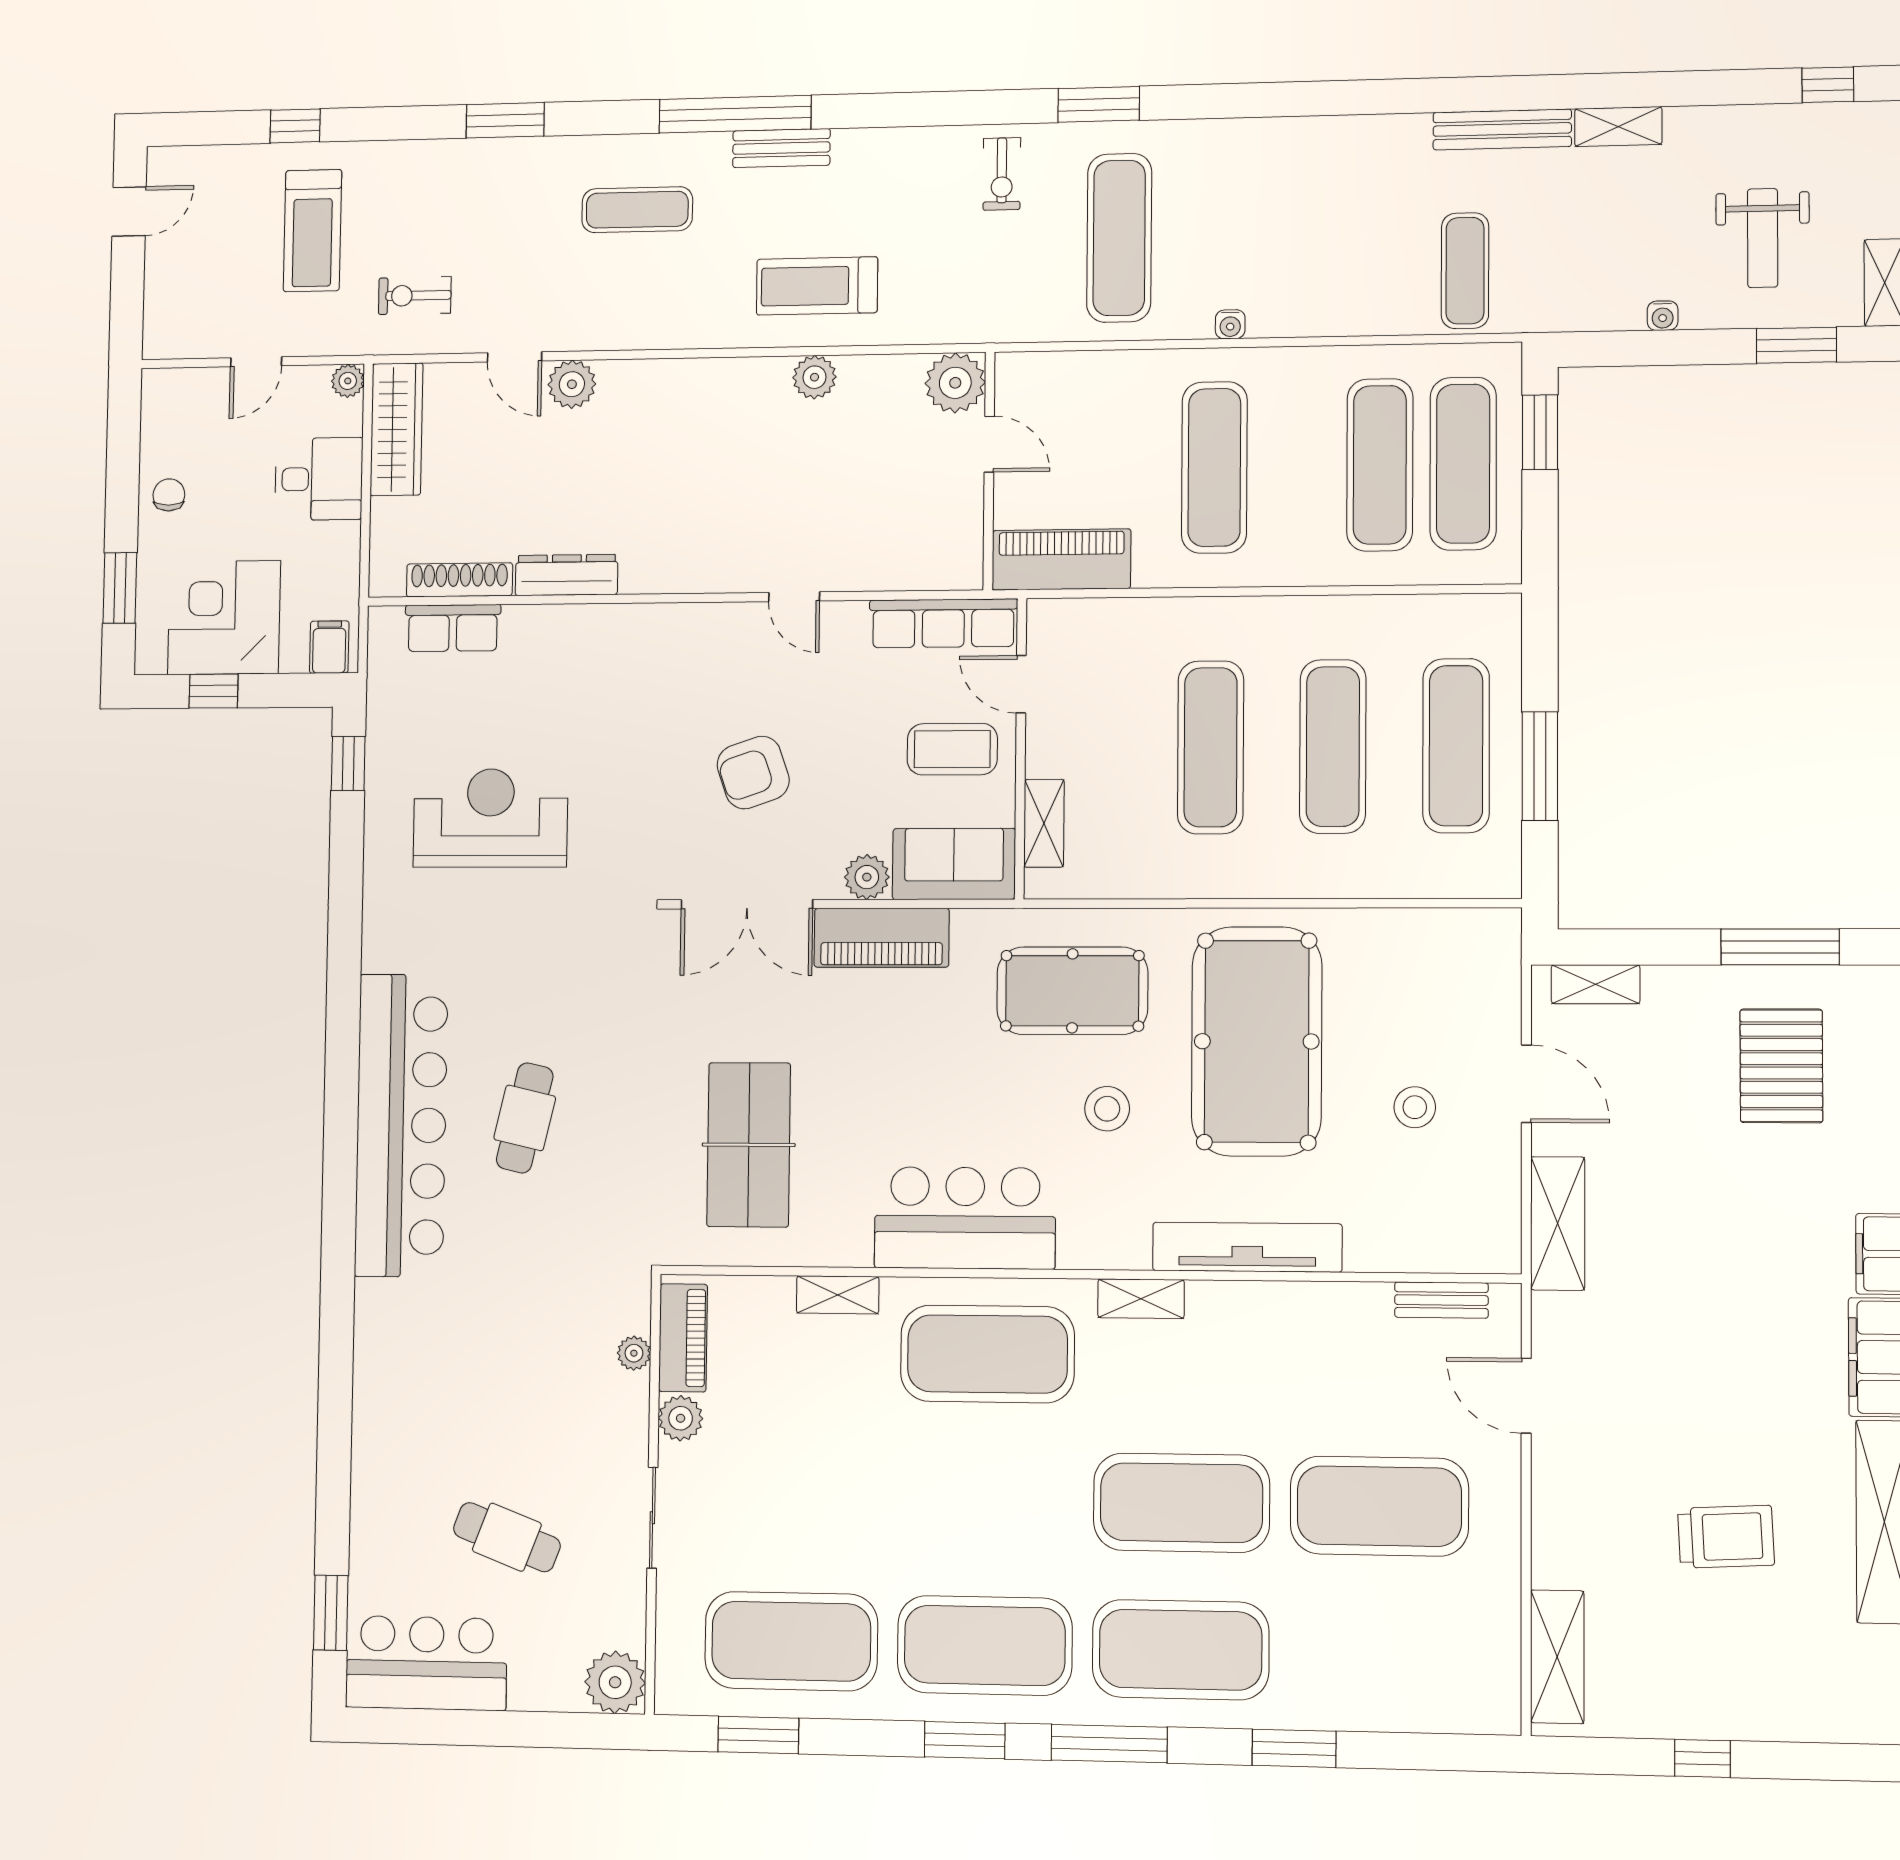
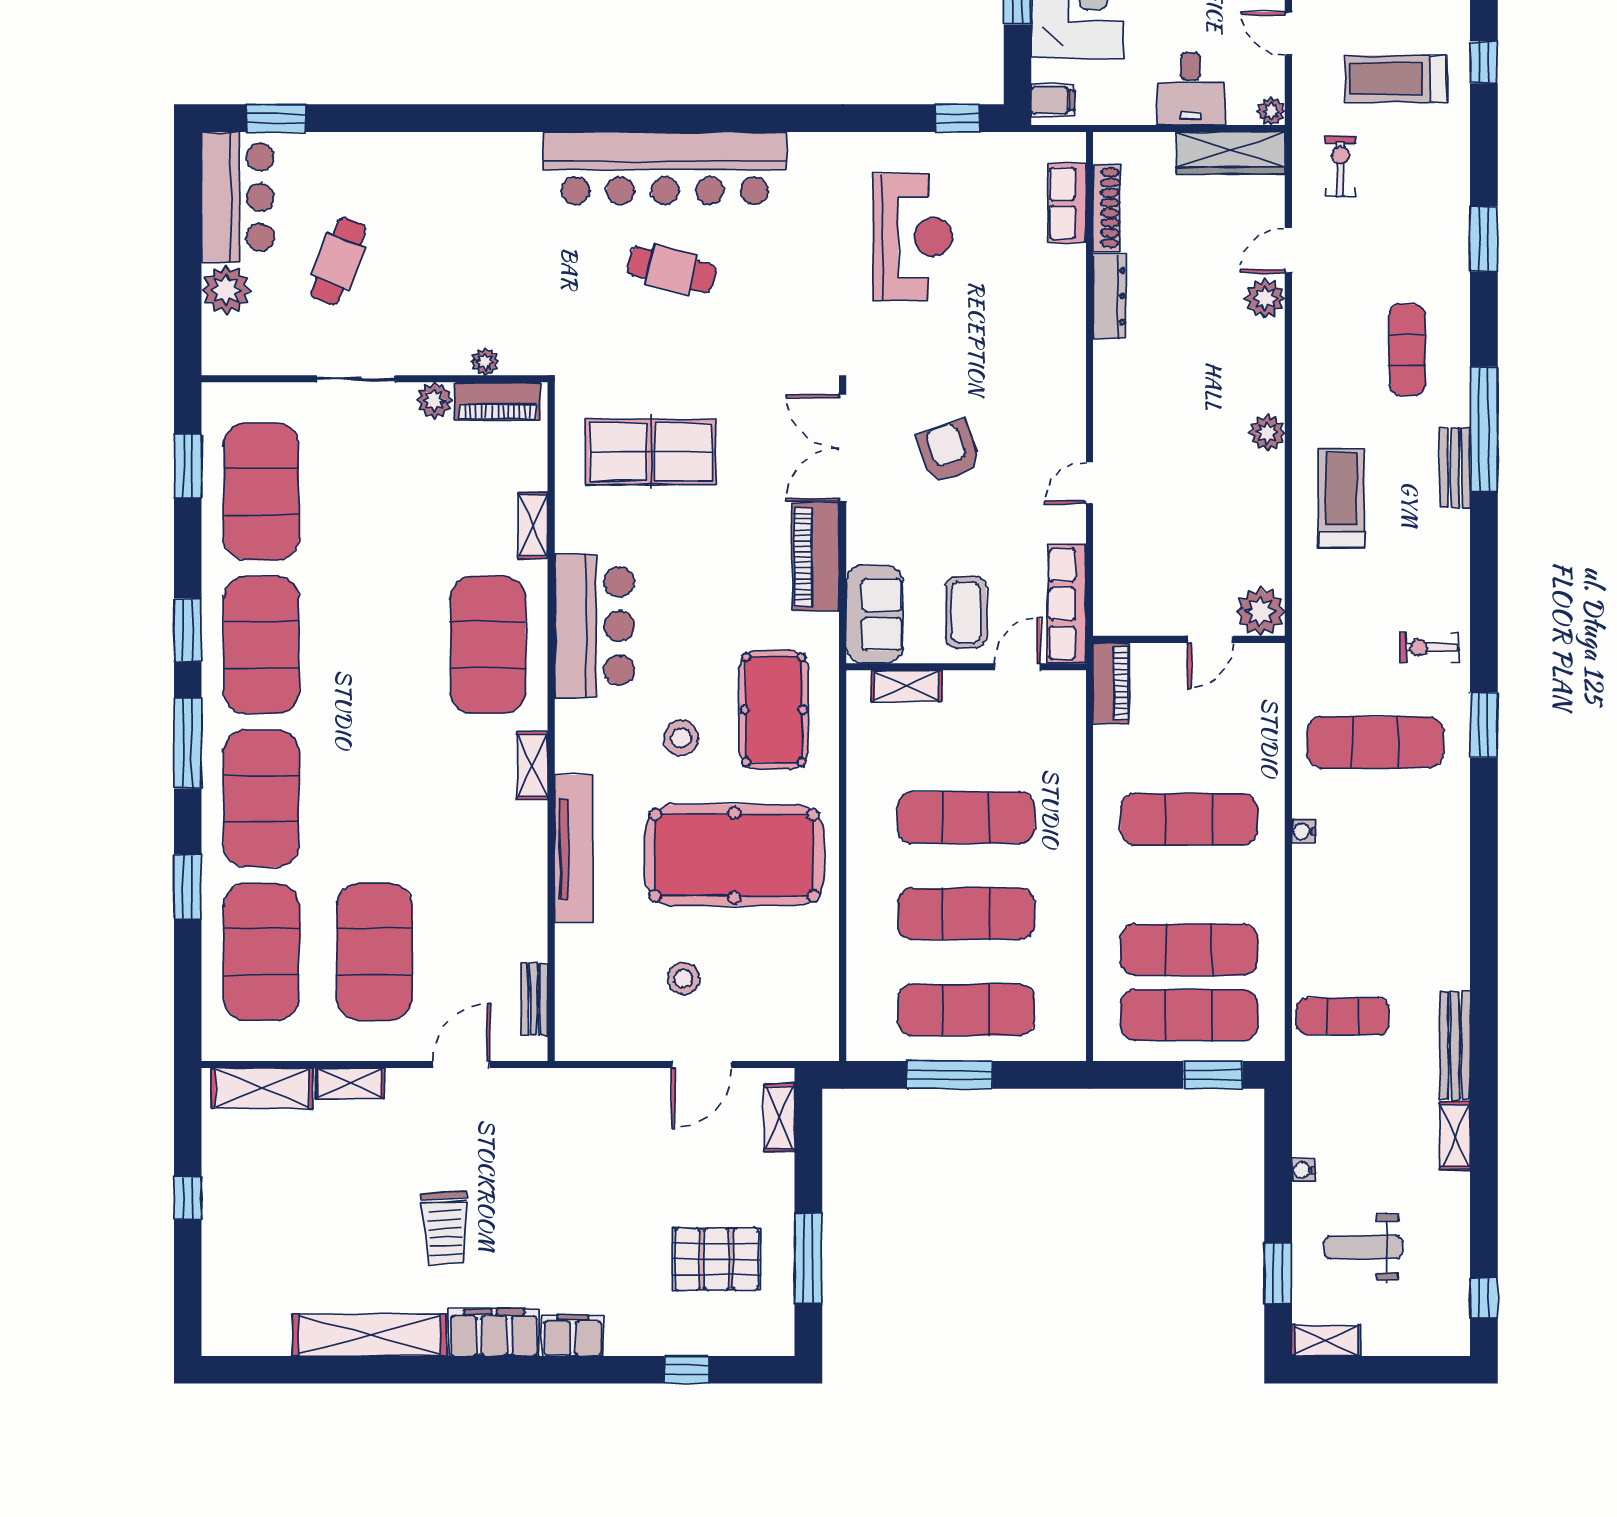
plant: (815, 377) -> (1267, 433), moved
piano: (1061, 559) -> (1111, 683), width x0.73, depth x0.75
plant: (867, 877) -> (864, 545), removed
shelving: (1558, 1223) -> (350, 1083), moved, width x0.67, depth x0.75
exercise mat: (1181, 1503) -> (261, 952), moved
trolley: (1726, 1537) -> (445, 1228), moved
plant: (615, 1682) -> (226, 290), moved

